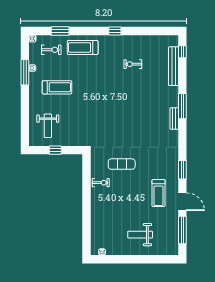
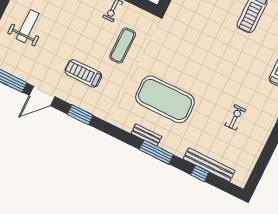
window: (182, 52) -> (200, 173), moved
exercise mat: (144, 118) -> (165, 99), added
treadmill: (159, 193) -> (83, 73), moved

